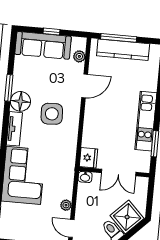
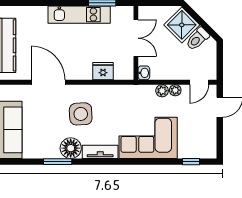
plant: (79, 56) -> (162, 91), moved
door: (85, 86) -> (48, 82), width x1.36
fridge: (88, 158) -> (103, 71), moved

